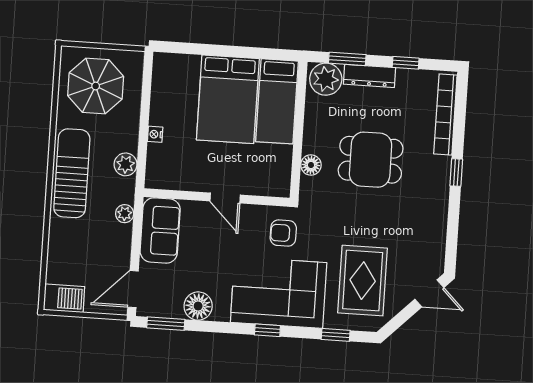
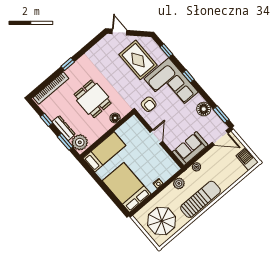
bed: (228, 99) -> (127, 187), moved, turned -90
sun lounger: (72, 173) -> (200, 199), turned 180
rug: (363, 281) -> (138, 60), turned 90

